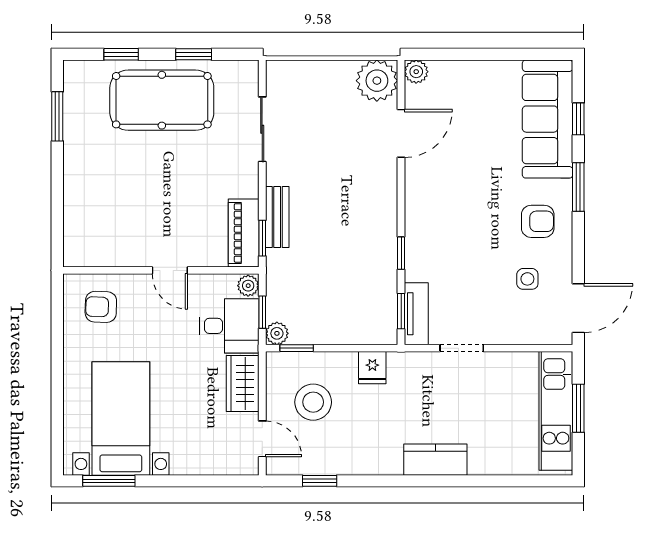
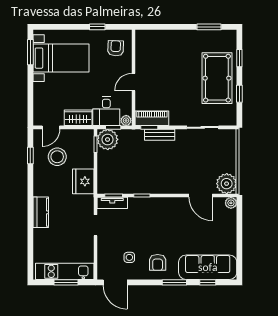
plant: (277, 333) -> (108, 139), width x1.88, depth x1.88
window: (57, 344) -> (97, 27), added
fridge: (372, 368) -> (83, 181), width x1.88, depth x1.34
stool: (313, 402) -> (57, 157), moved

